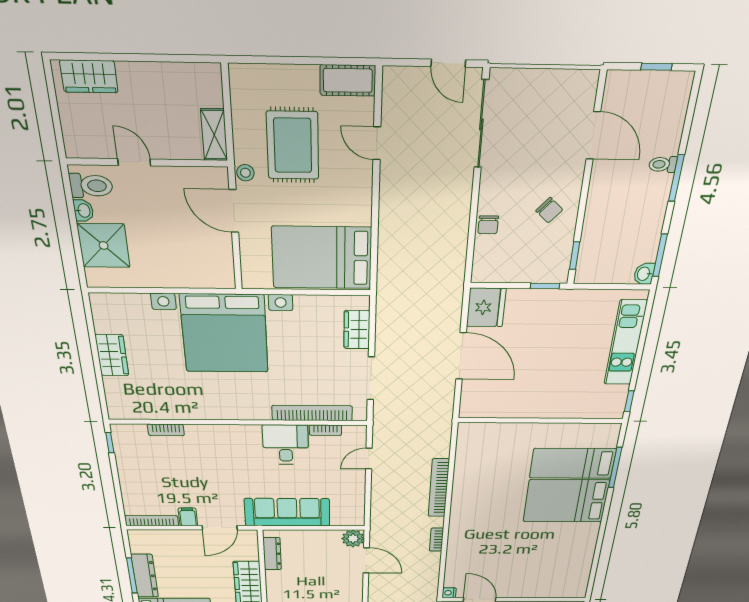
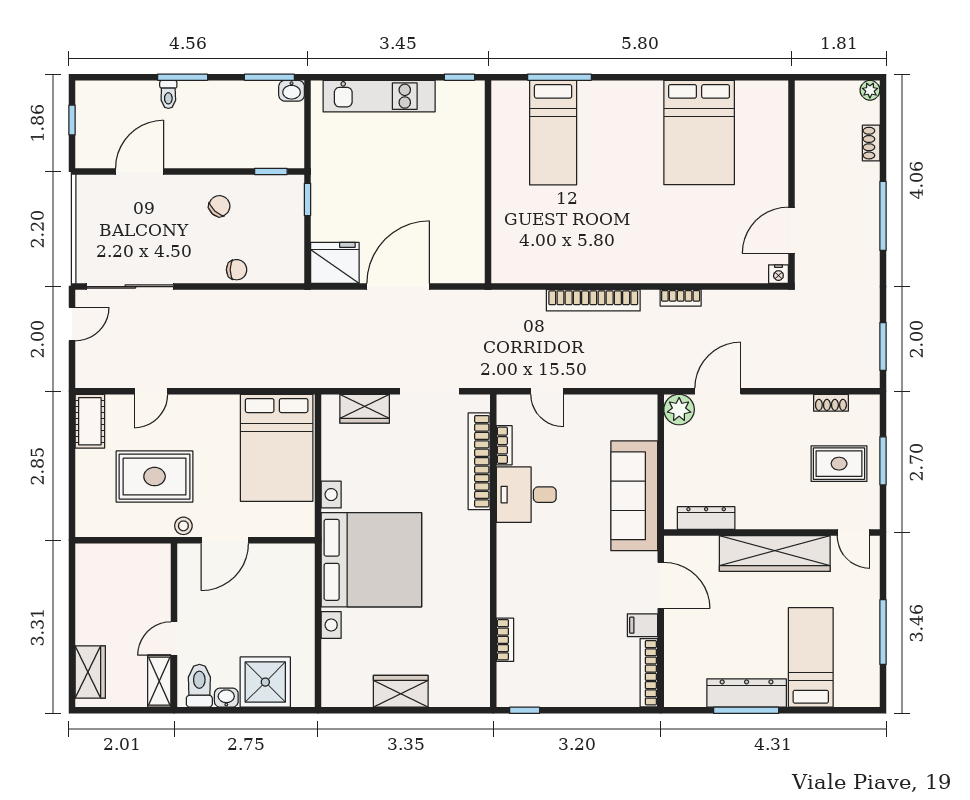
shelving: (214, 135) -> (159, 681), moved, turned 90
bed: (566, 501) -> (699, 133), moved

